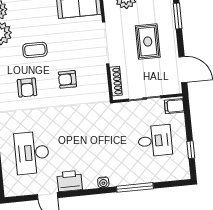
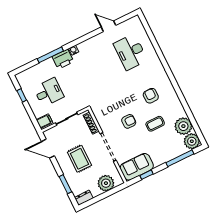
armchair: (67, 79) -> (129, 121), moved
desk: (155, 141) -> (49, 92), turned 180
desk: (32, 153) -> (130, 52), turned 180
printer: (70, 181) -> (63, 59), moved

